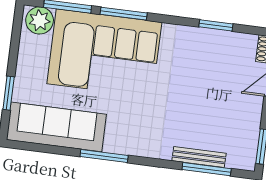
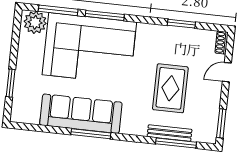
rug: (201, 103) -> (170, 88), added
sofa: (56, 127) -> (81, 114), moved

